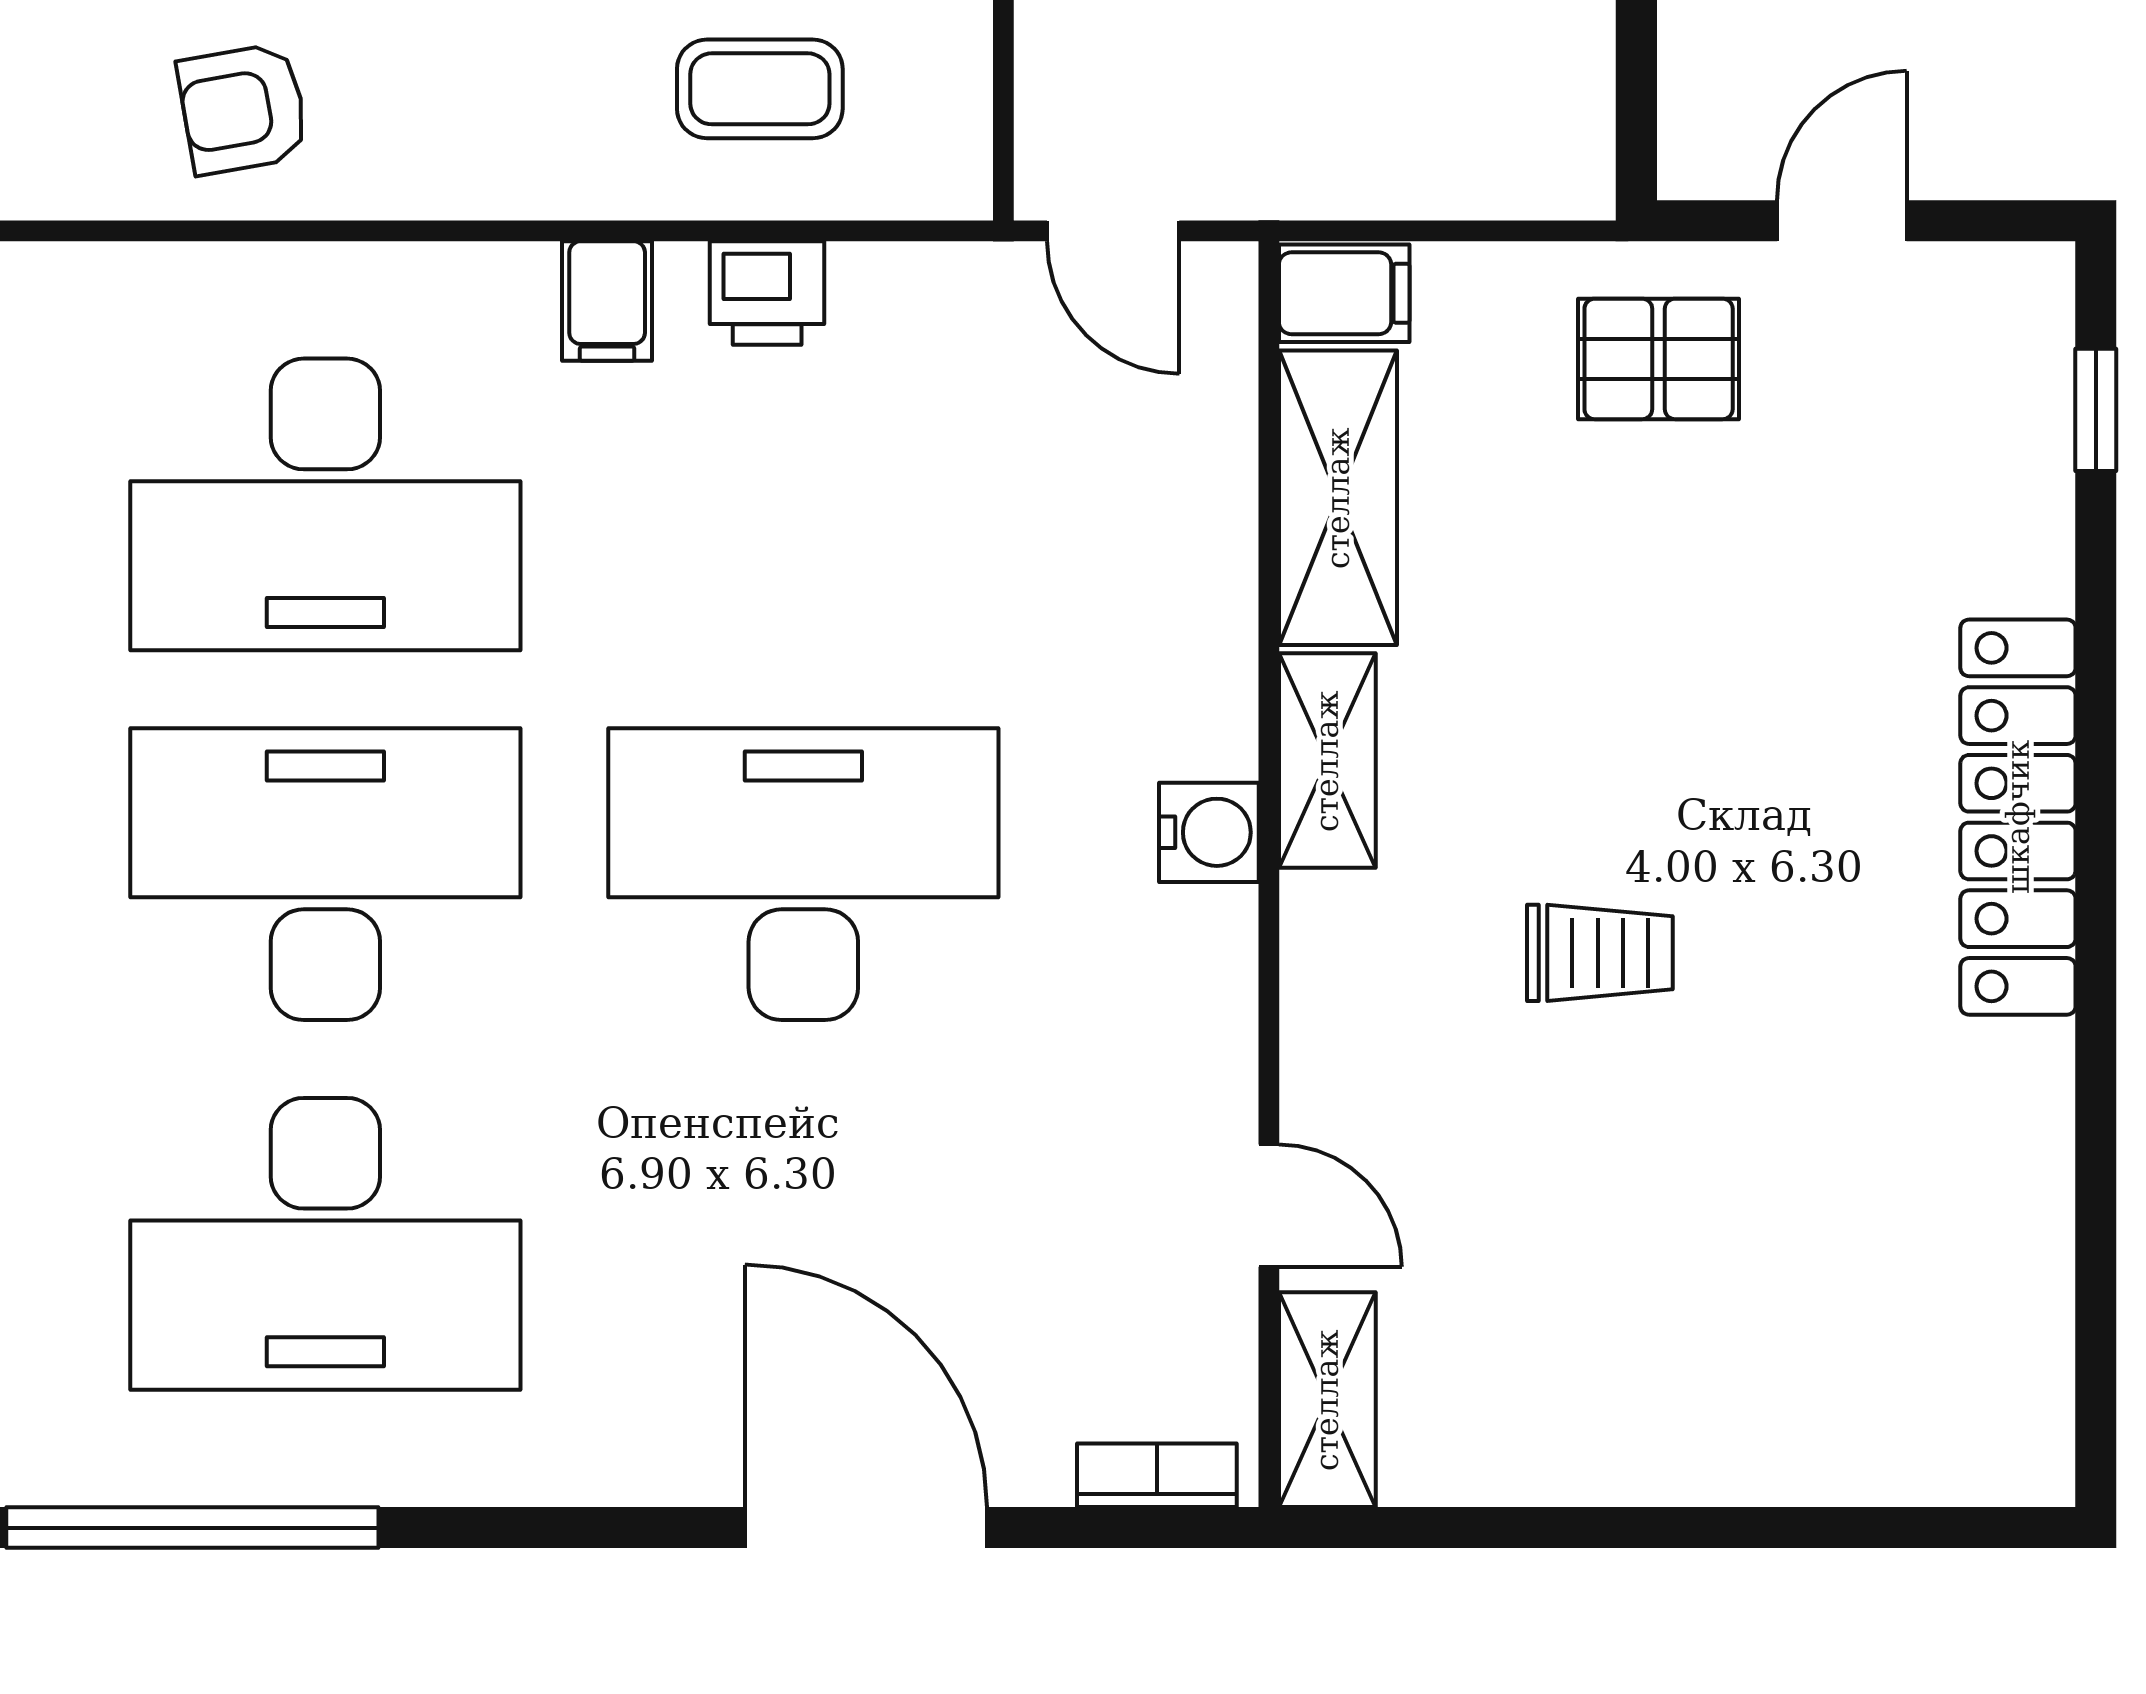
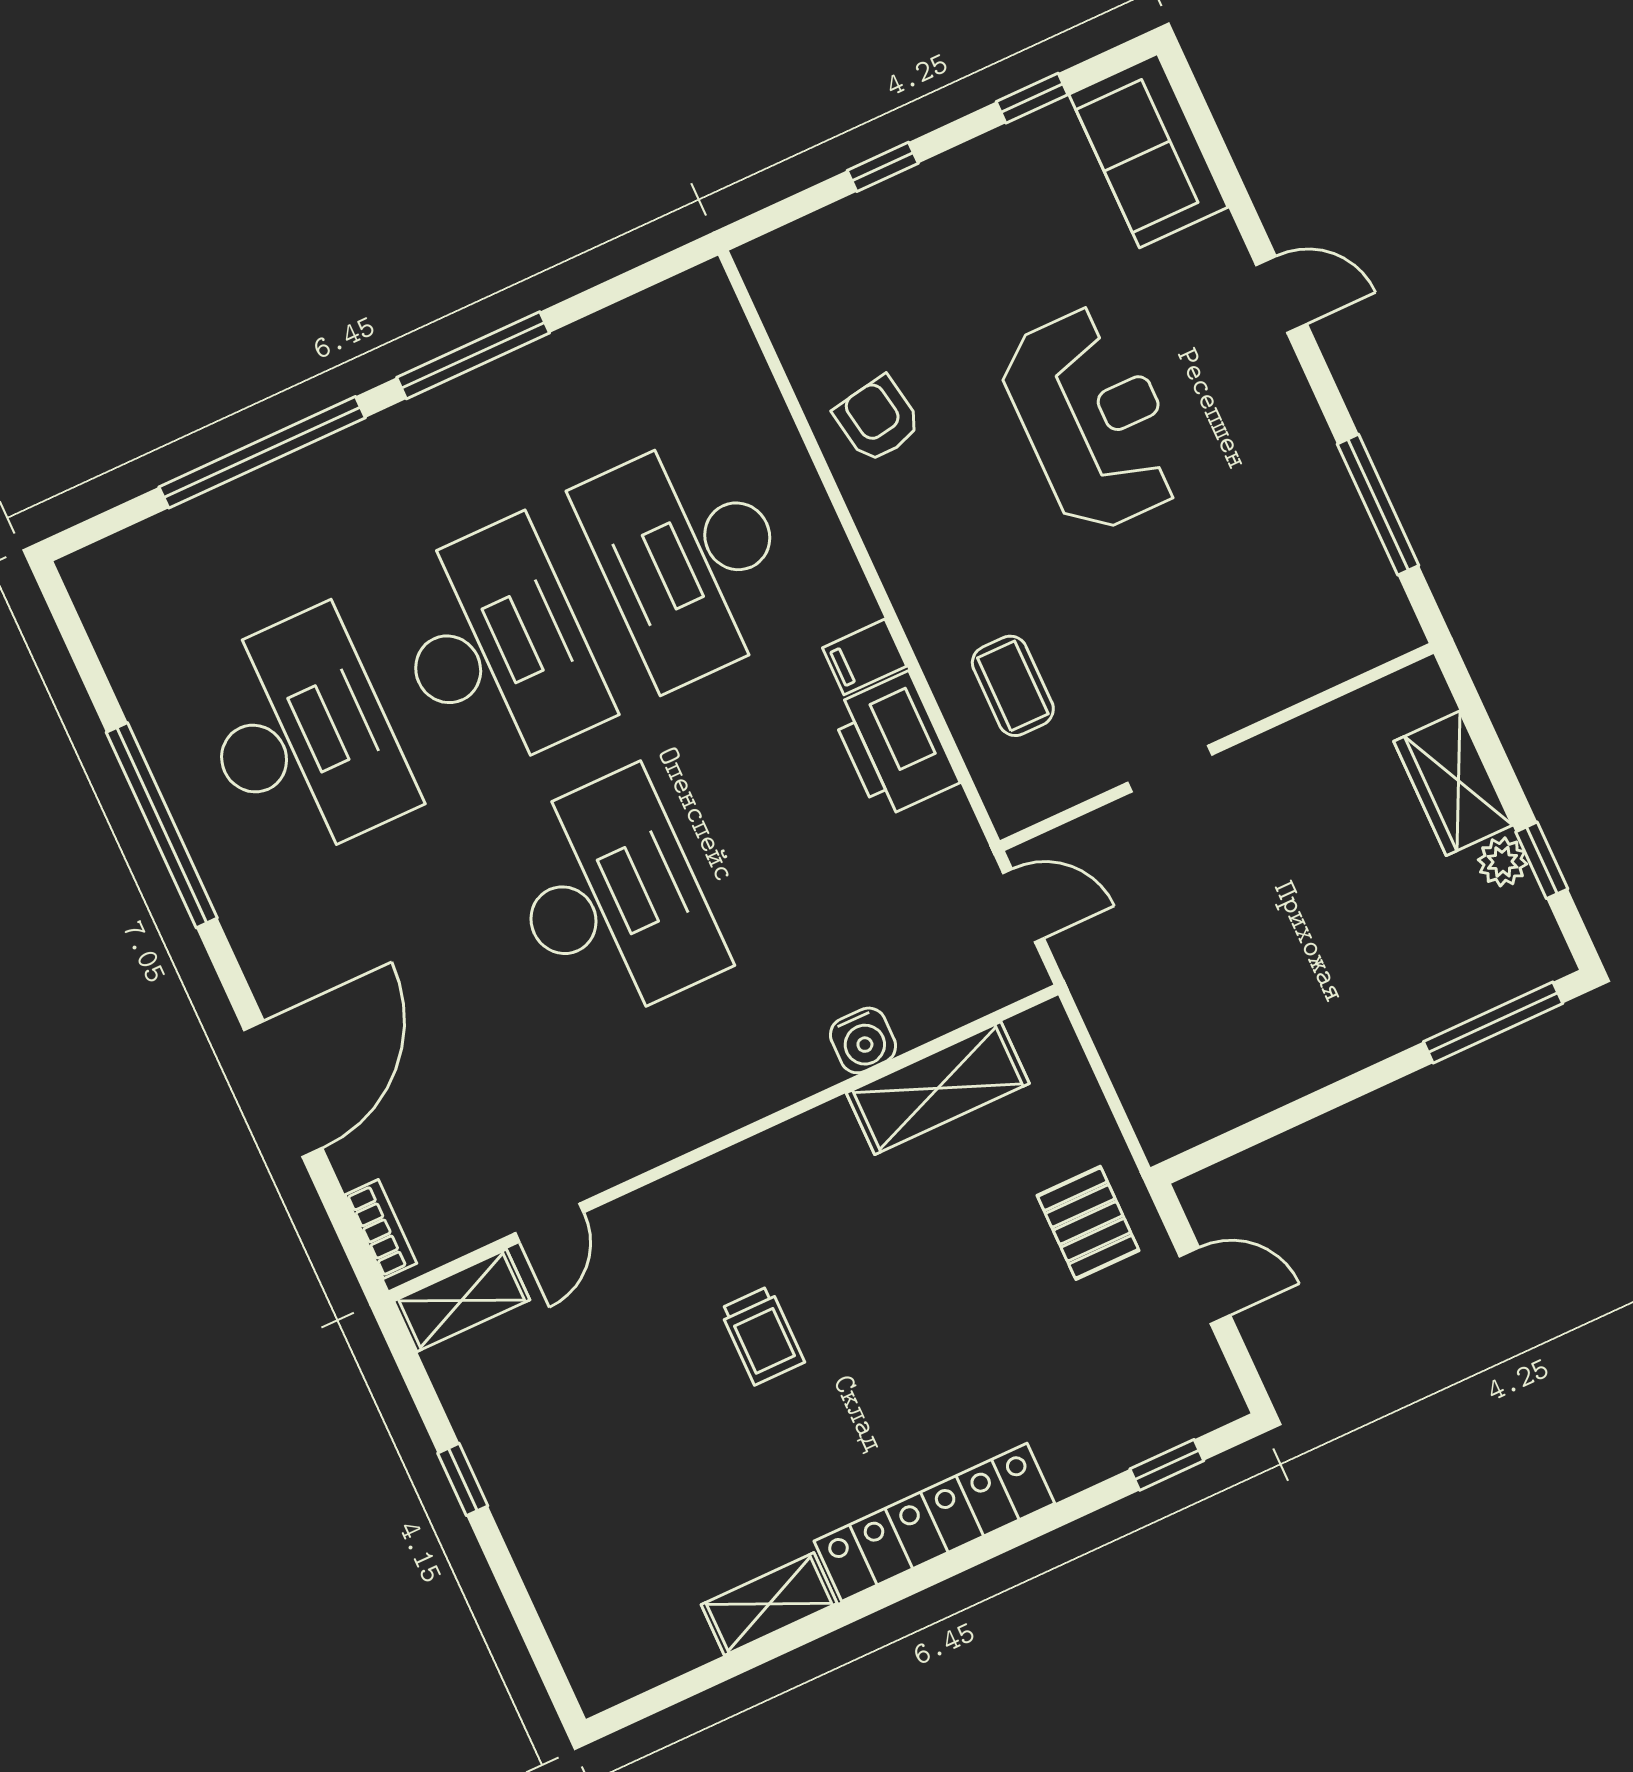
door: (1113, 231) -> (1024, 906), swing flipped
printer: (767, 293) -> (894, 745), width x1.87, depth x1.48
filing cabinet: (1344, 293) -> (1047, 1042), removed
shelving: (1327, 761) -> (769, 1604), moved
water cooler: (1209, 832) -> (863, 1040), moved
desk: (325, 1244) -> (302, 737), turned 180
window: (192, 1528) -> (162, 825), moved
window: (1610, 1528) -> (463, 1479), added

